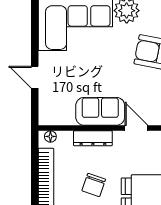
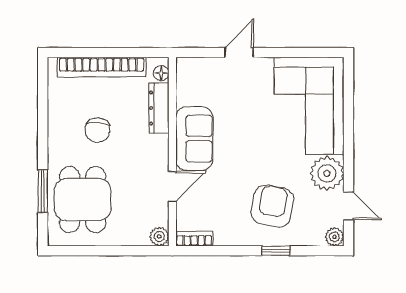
dresser: (93, 138) -> (159, 108), moved
chair: (94, 185) -> (97, 130), turned -104

